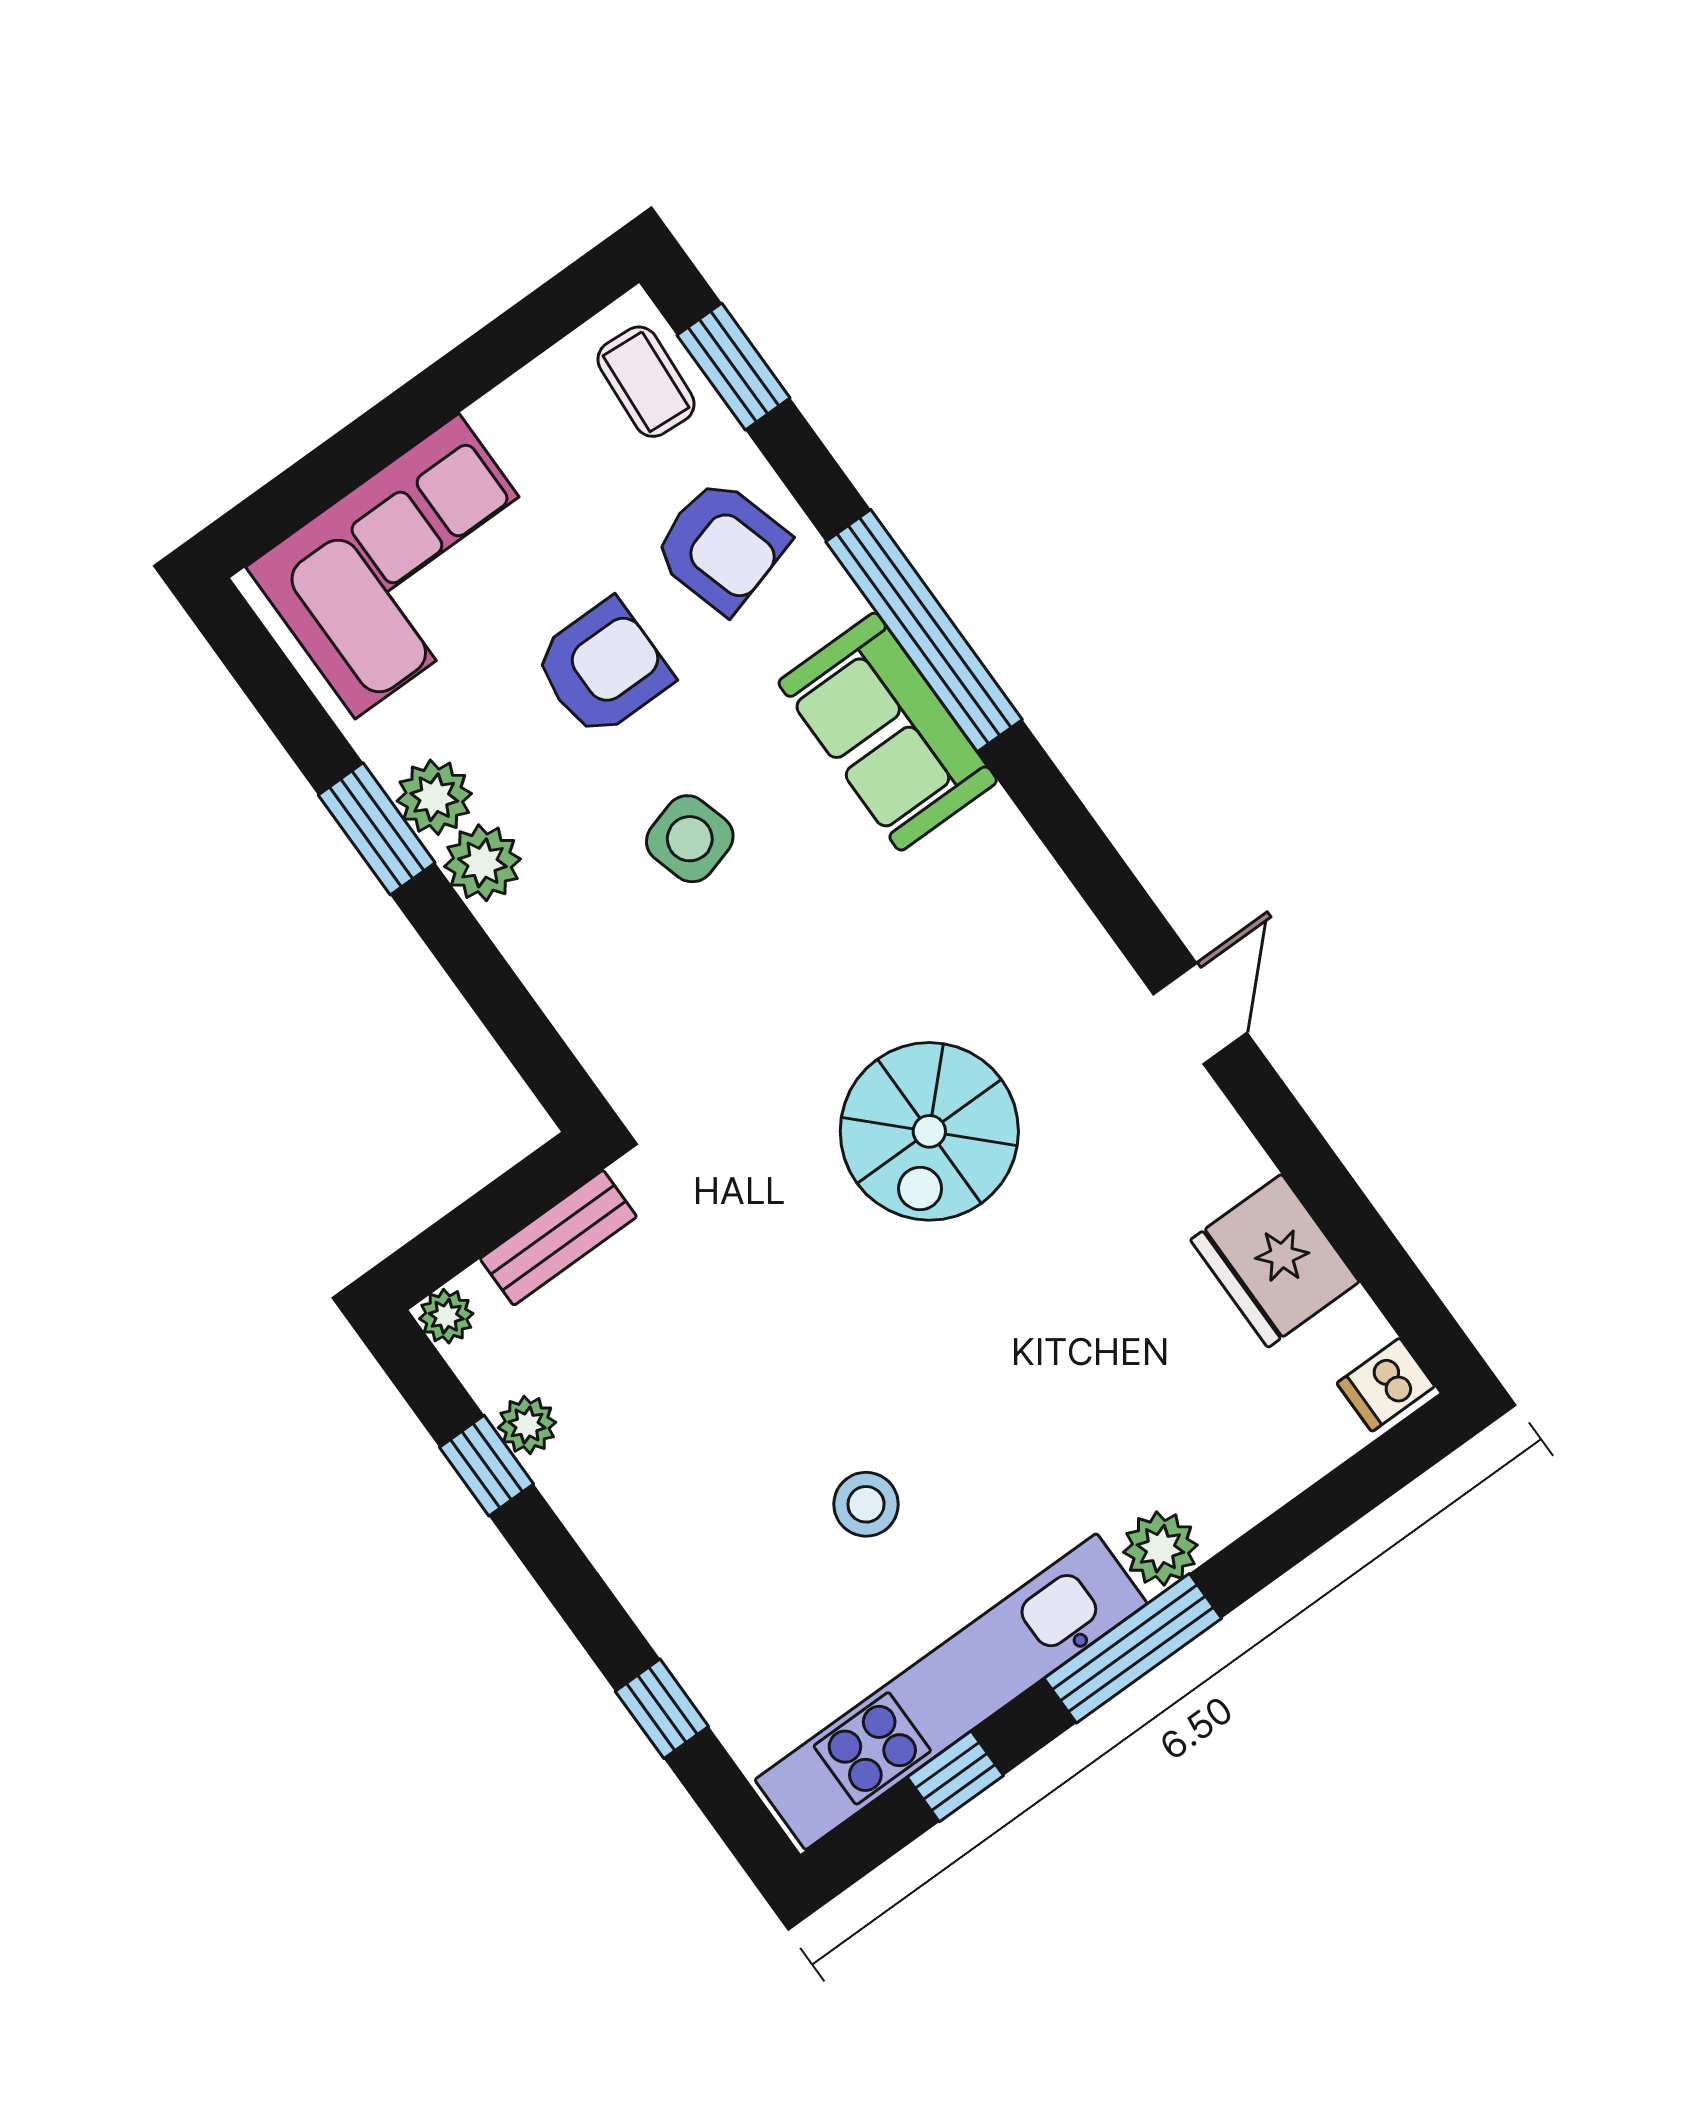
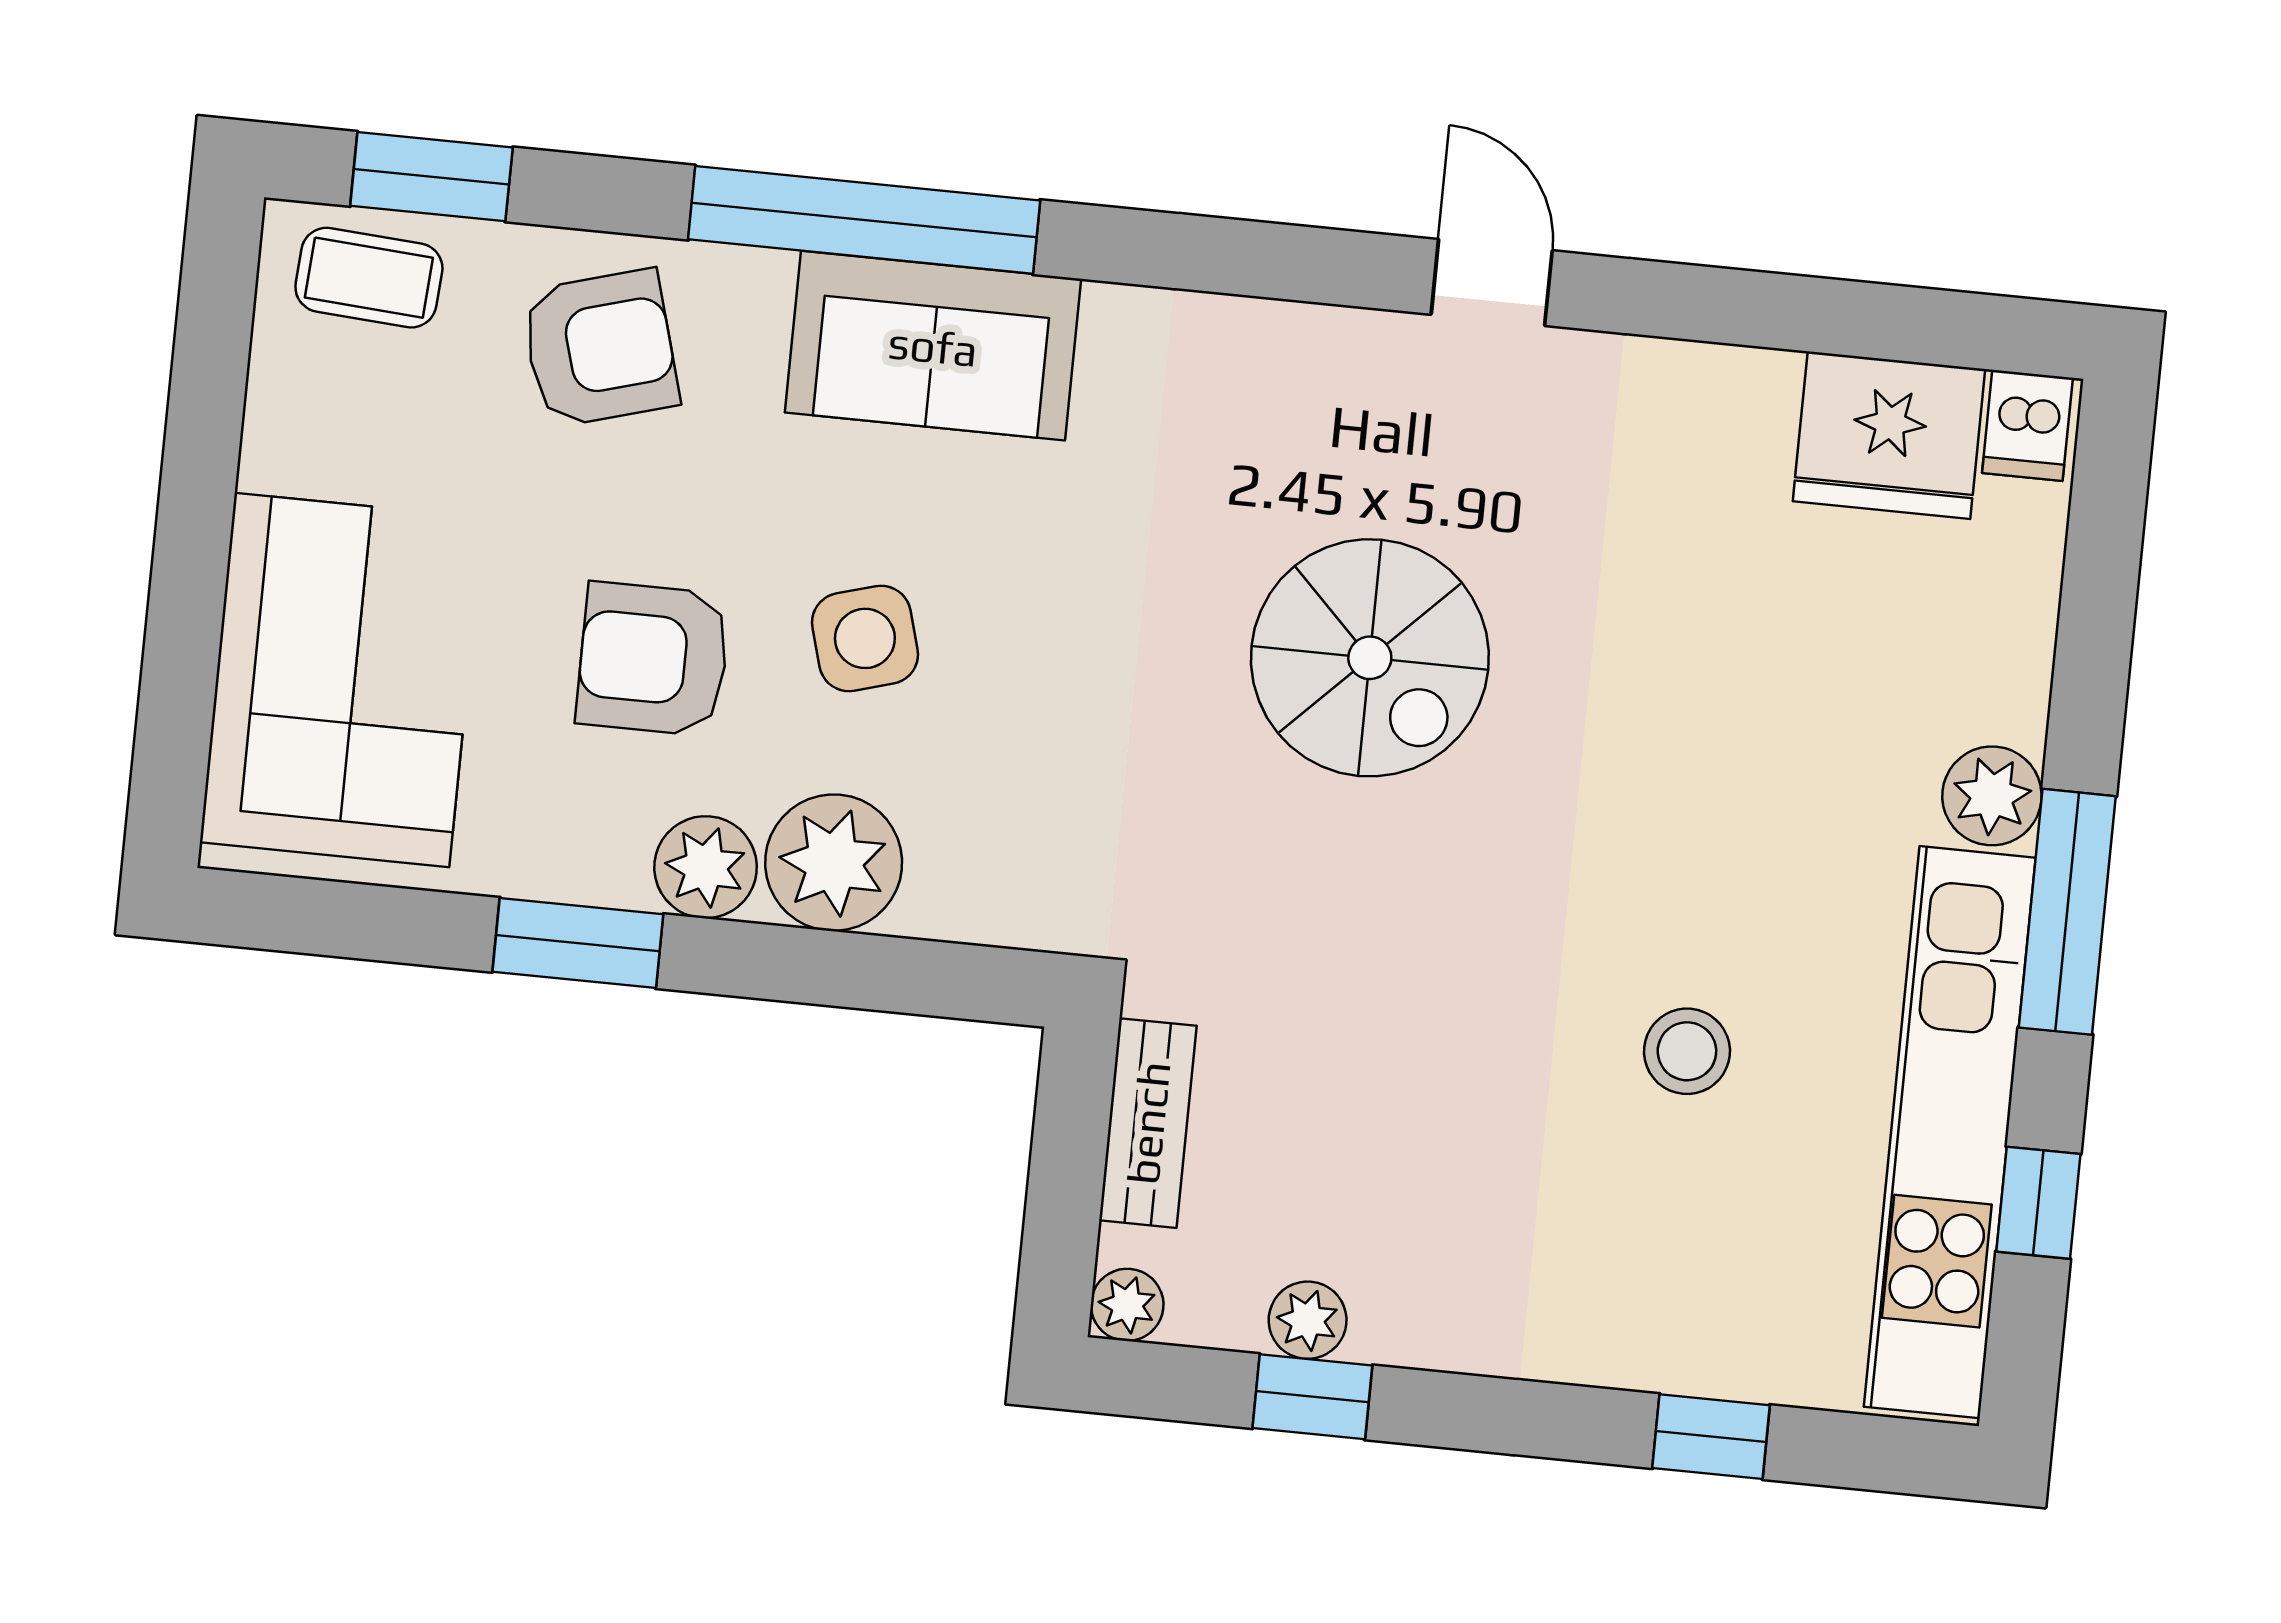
armchair: (603, 668) -> (653, 659), moved, turned -90
plant: (434, 797) -> (834, 863), moved, width x1.36, depth x1.36
fridge: (1275, 1261) -> (1889, 435), moved

